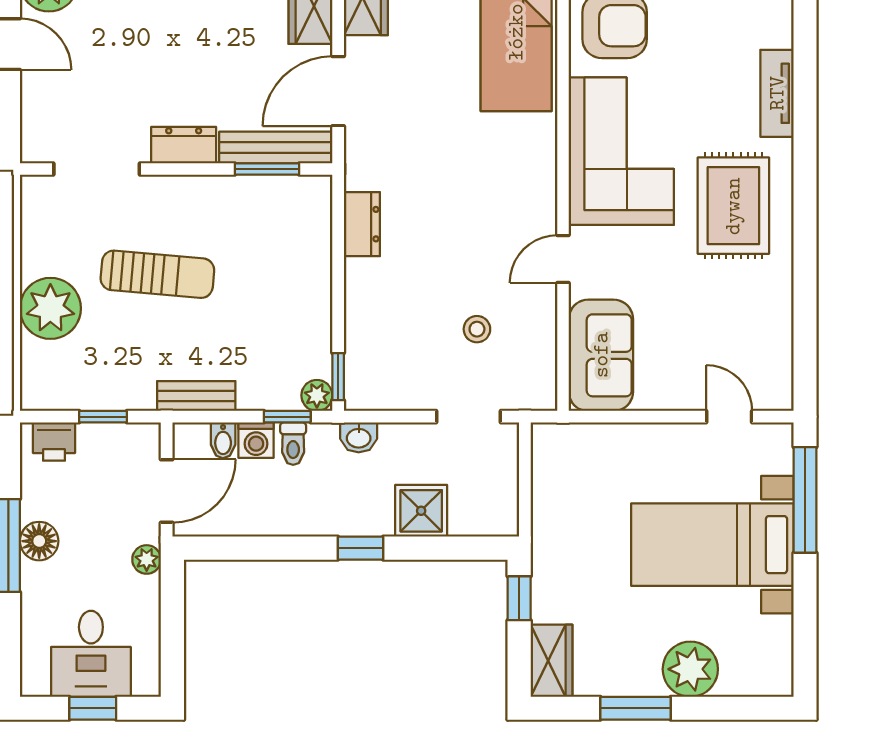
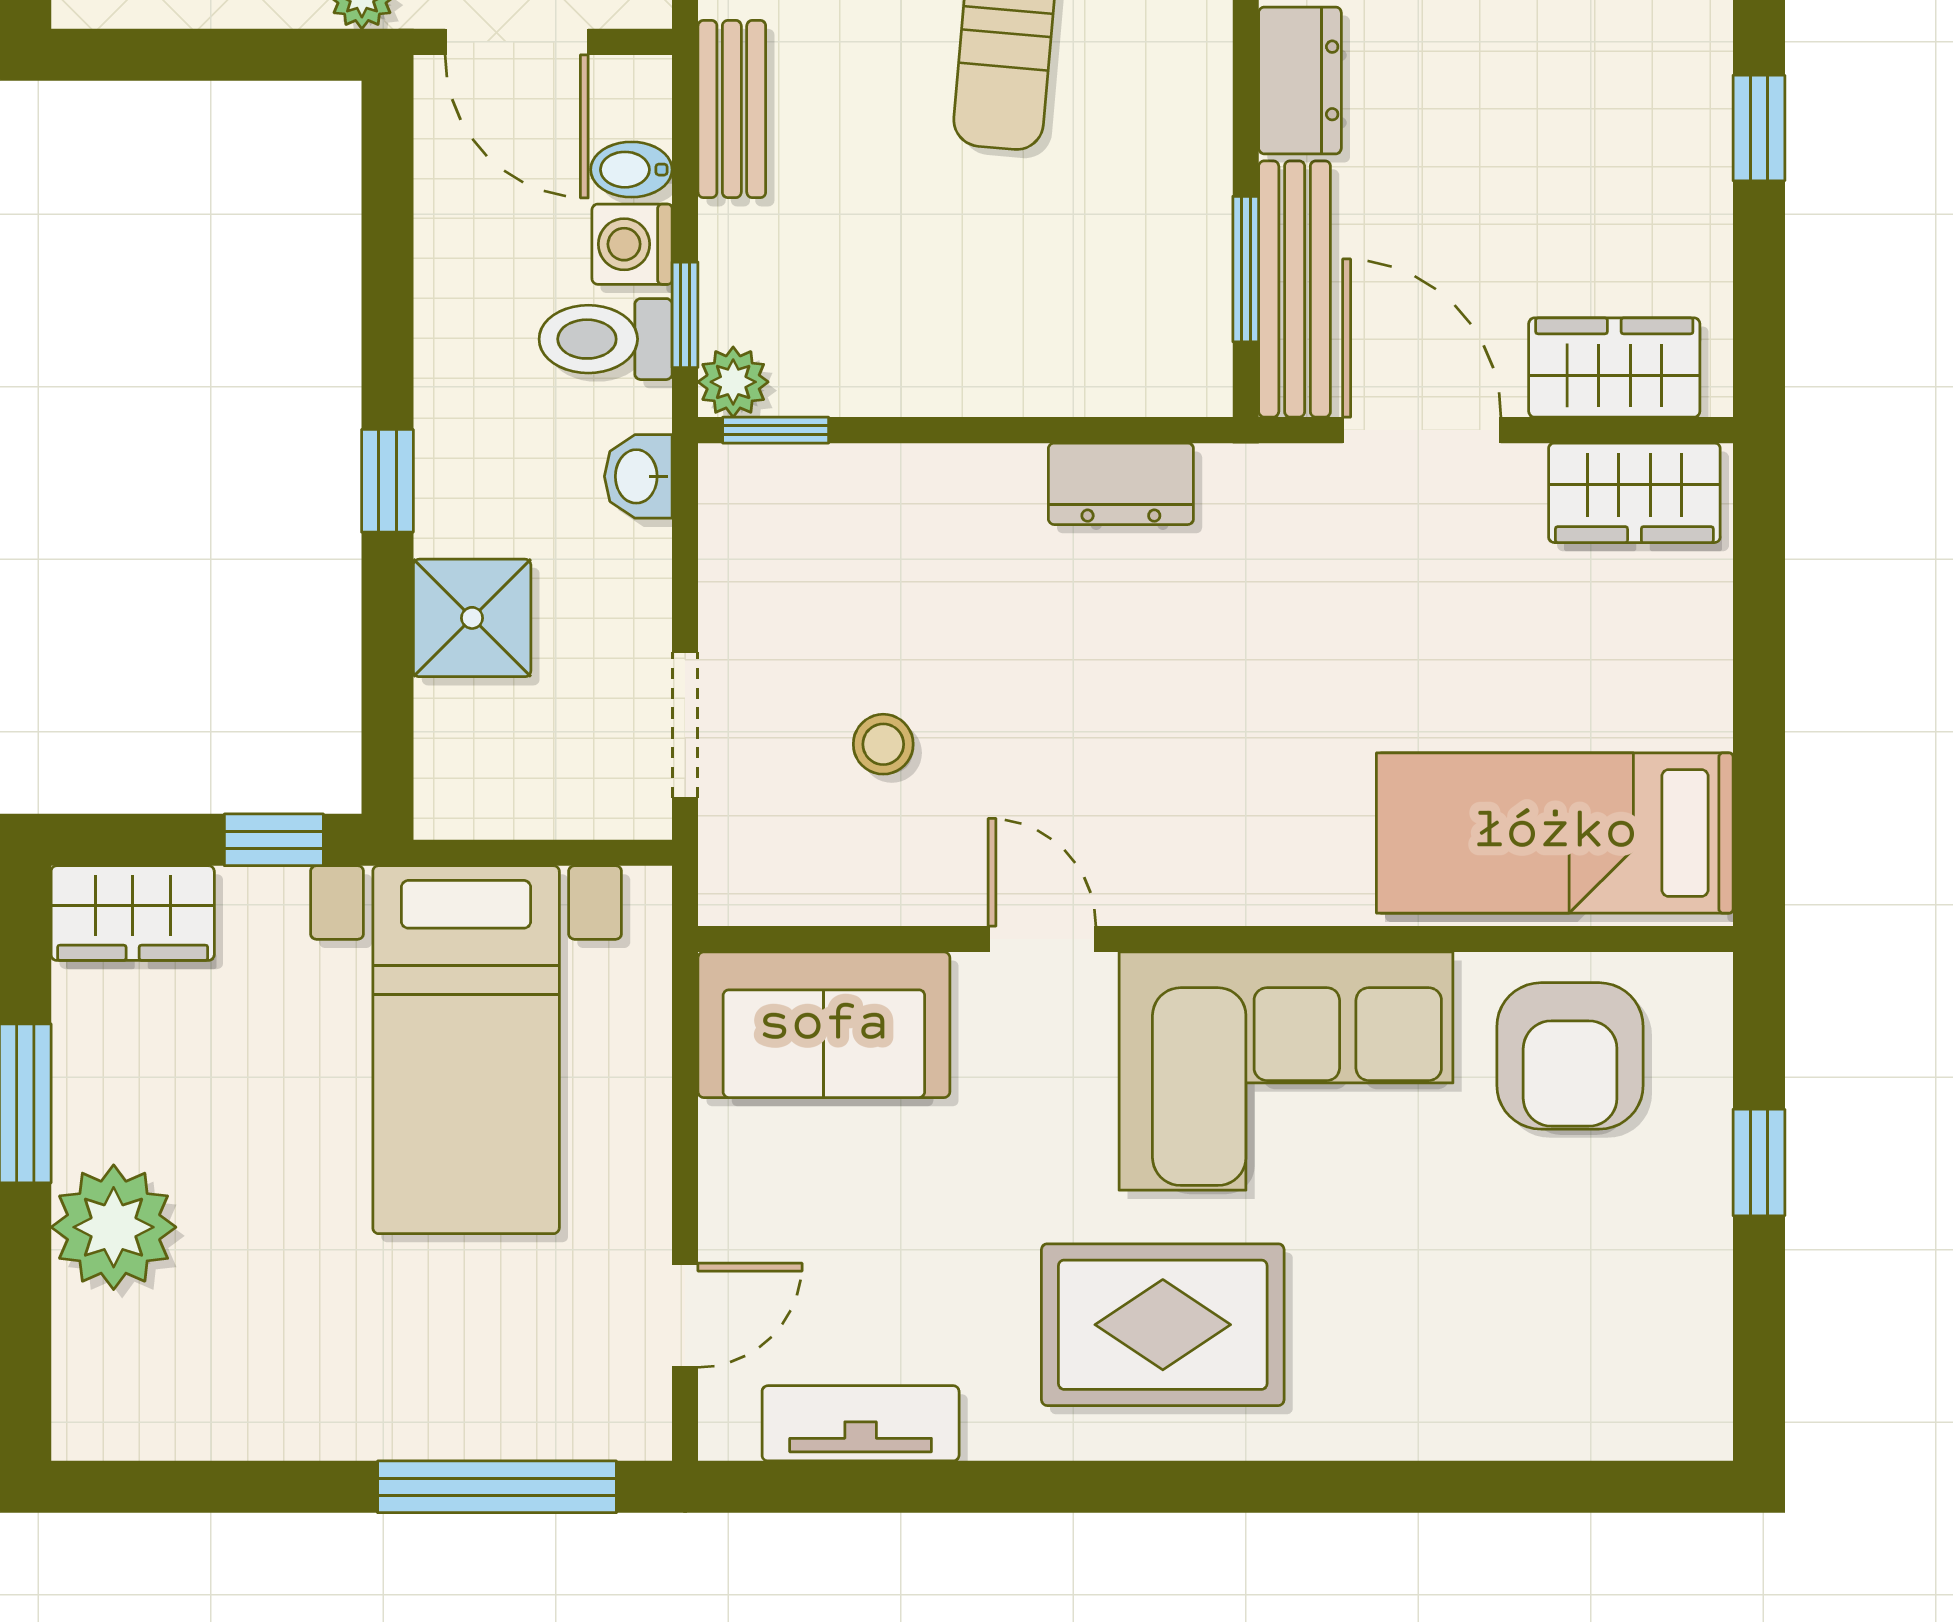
tv unit: (777, 93) -> (861, 1423), moved
toilet: (293, 444) -> (606, 339), width x1.37, depth x1.39
bed with nightstands: (712, 545) -> (466, 1050), moved, turned 180

